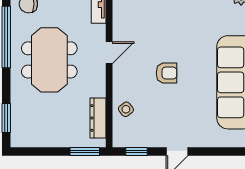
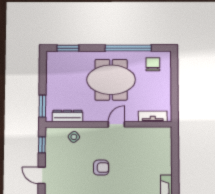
door: (109, 53) -> (116, 124), swing flipped
armchair: (167, 73) -> (101, 168), turned -90

